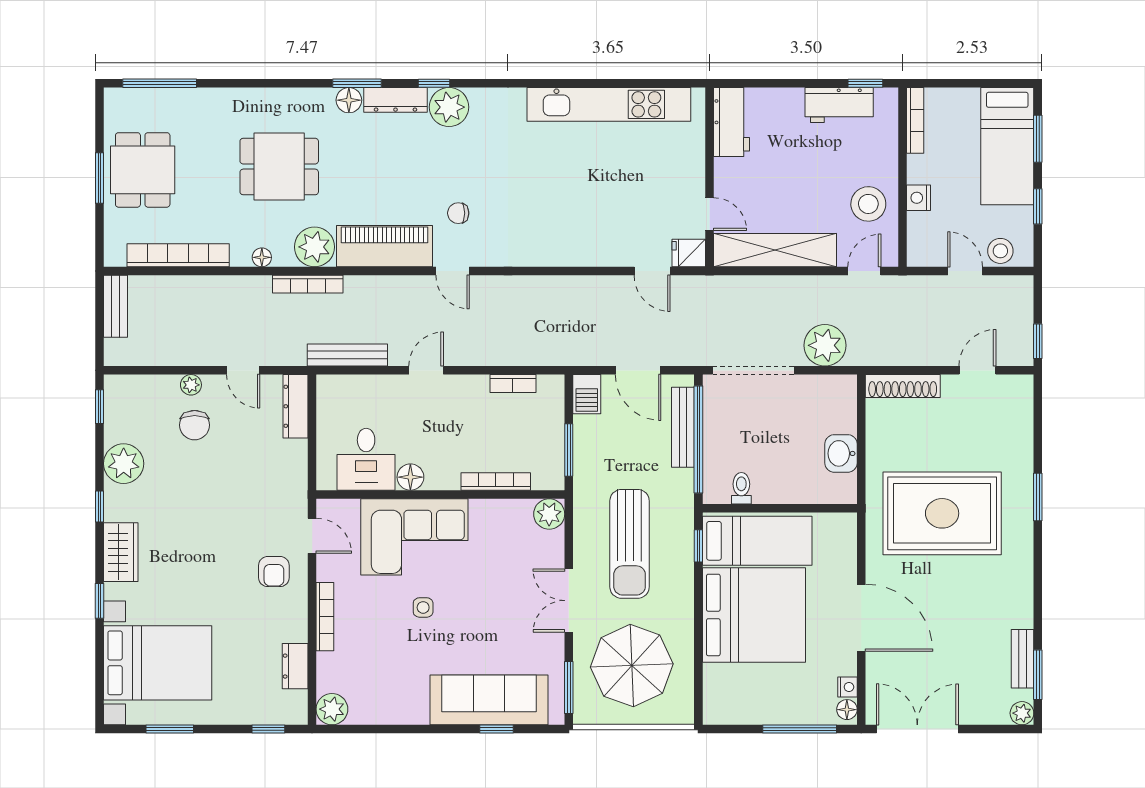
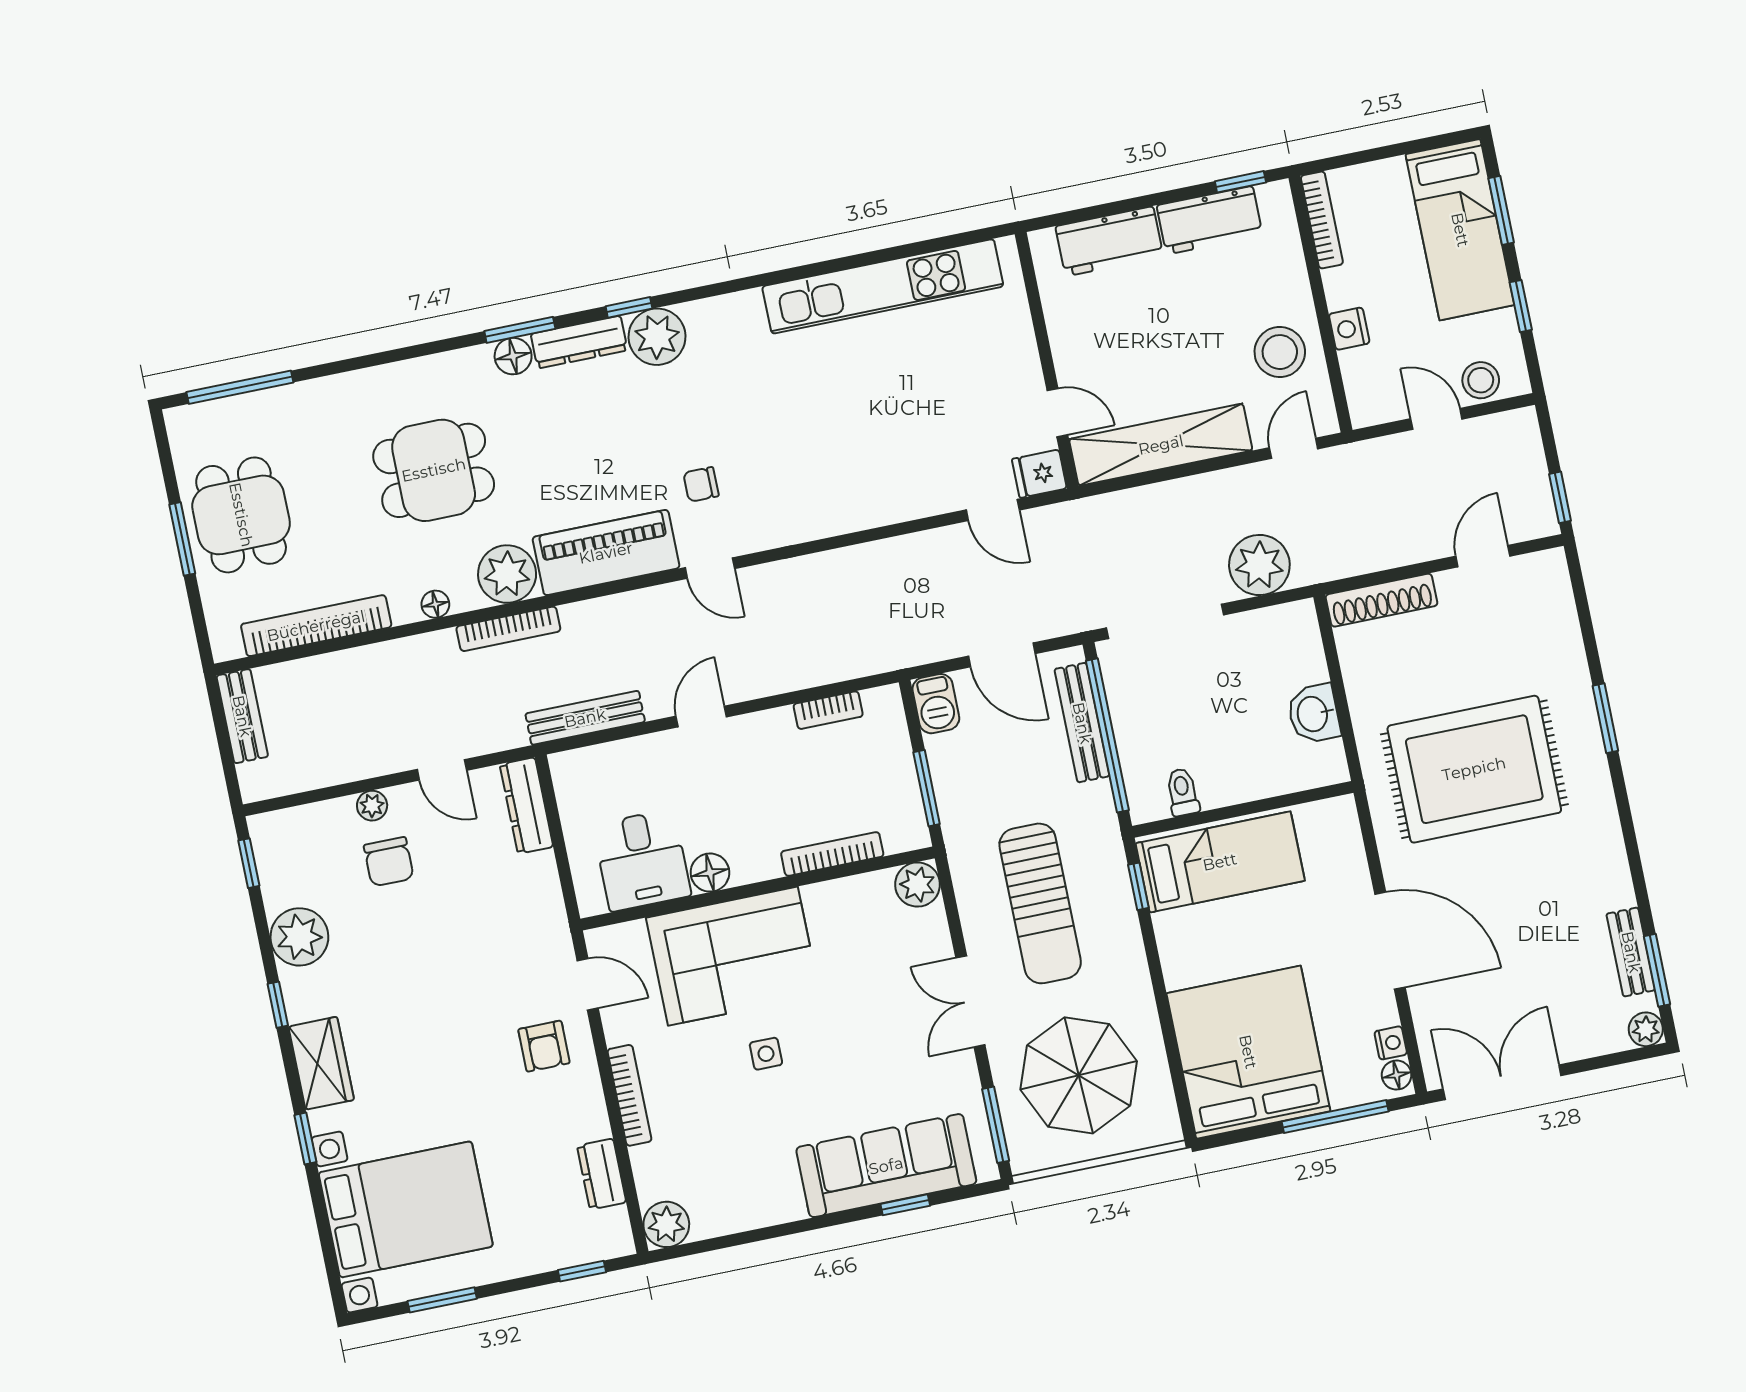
workbench: (731, 122) -> (1109, 241), moved, turned 90
bed: (754, 615) -> (1248, 1052), moved, turned -90

